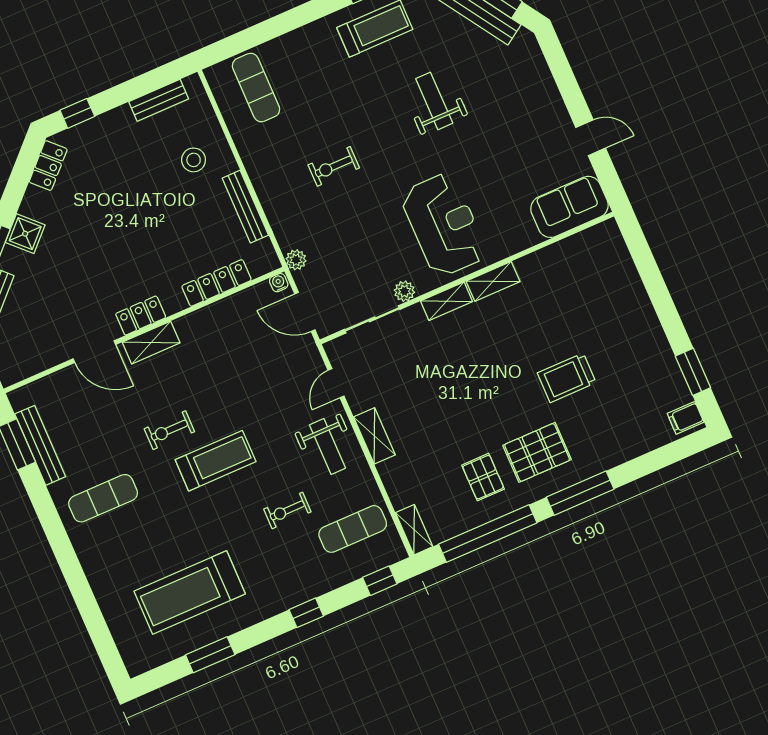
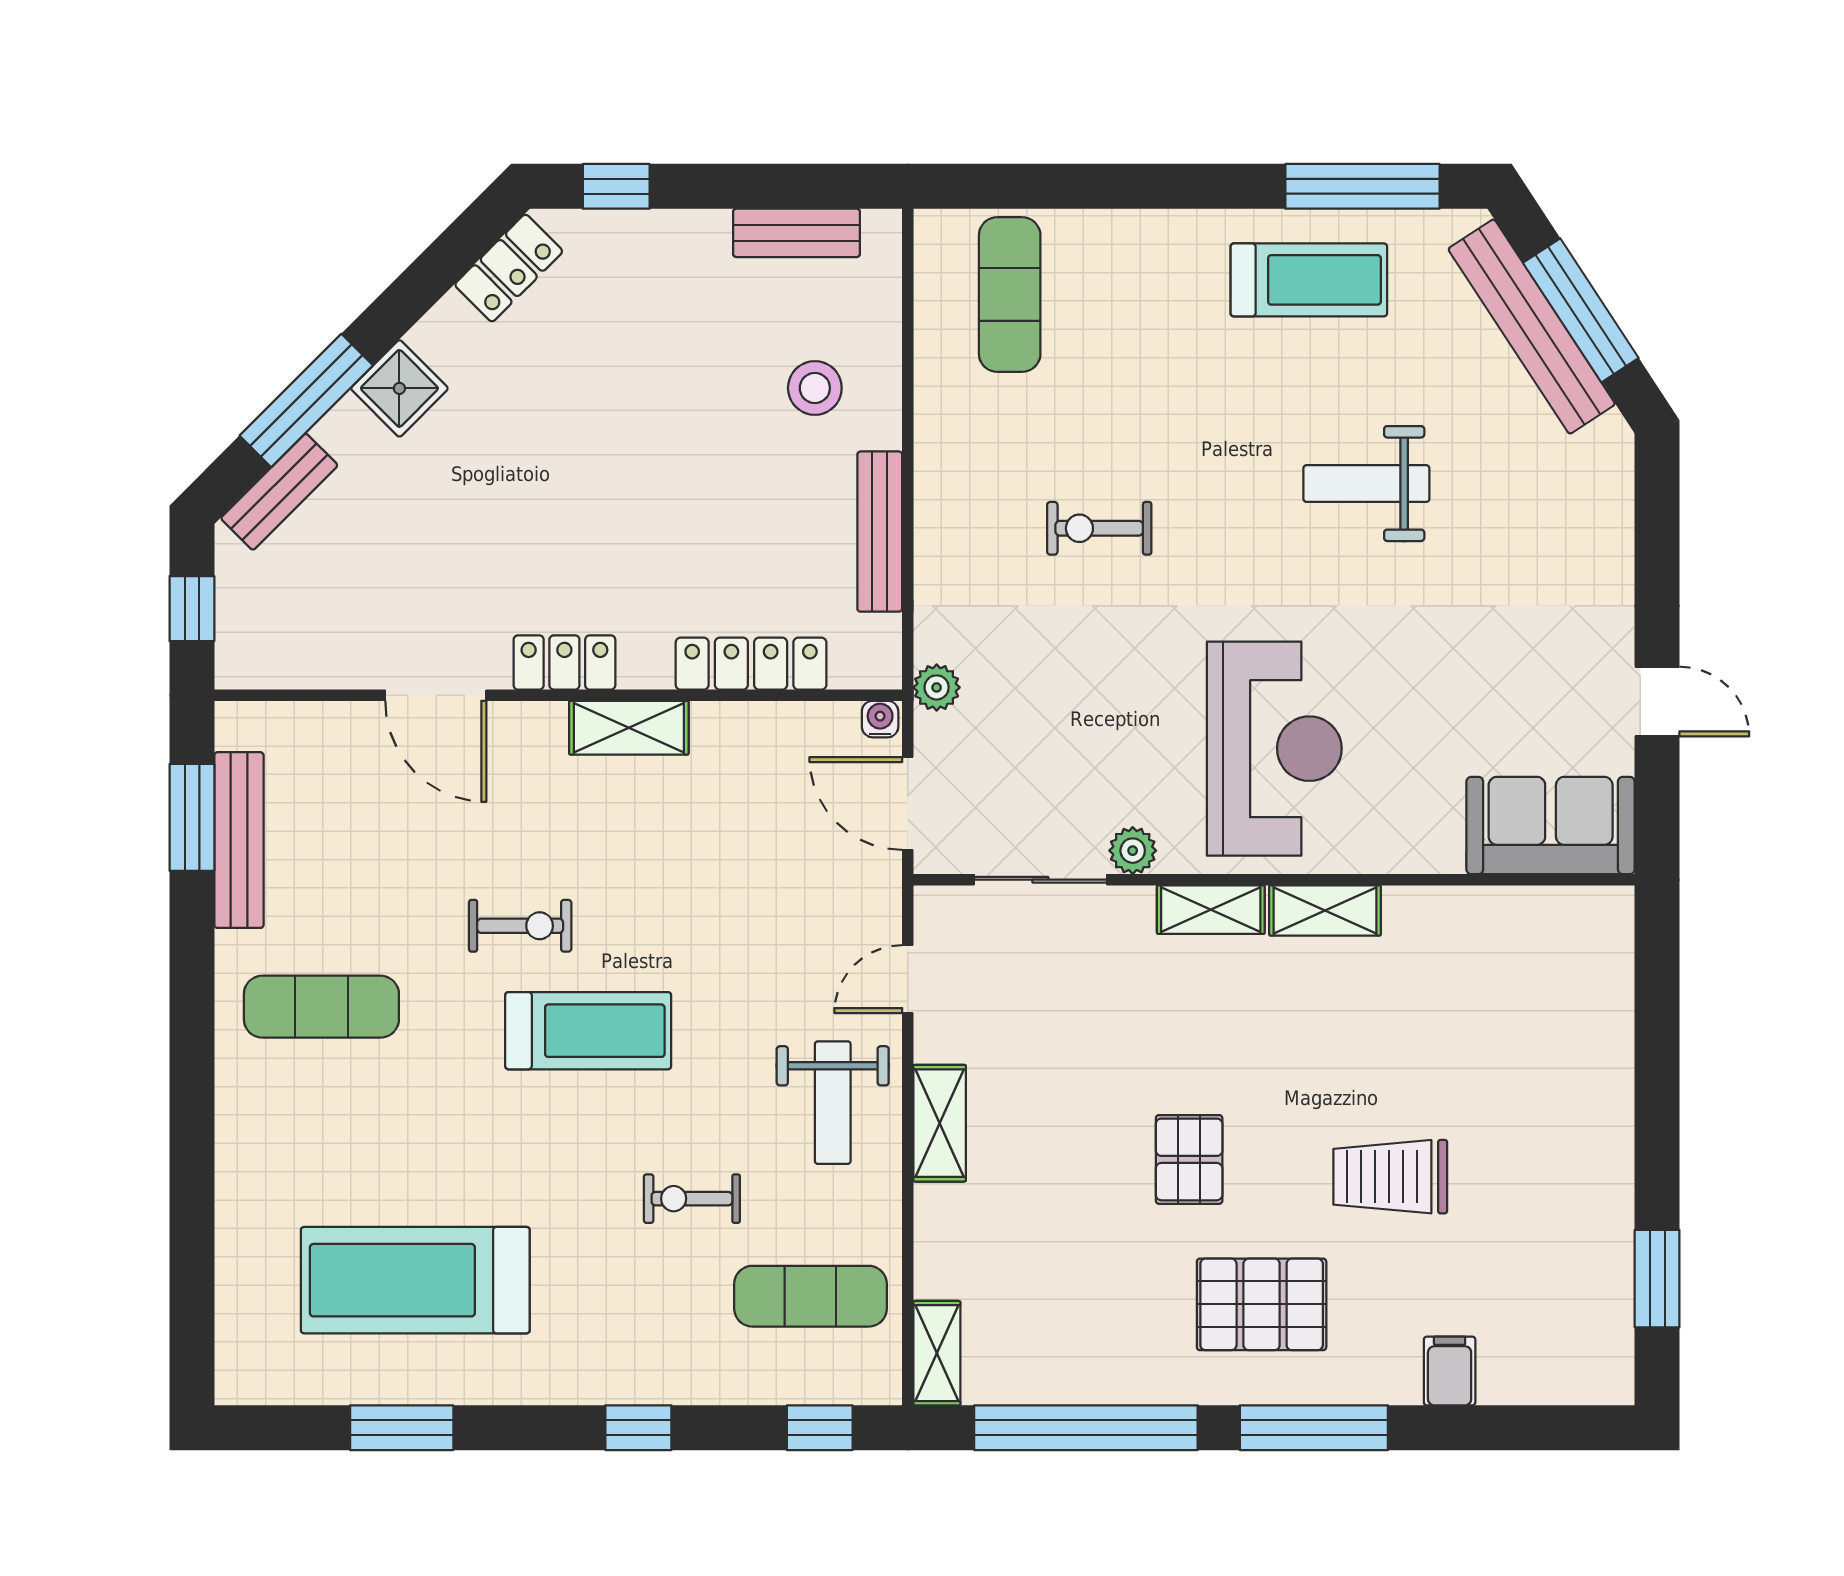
weight bench: (434, 101) -> (1366, 484), turned -90
shelving: (151, 343) -> (629, 728), moved
filing cabinet: (686, 418) -> (1450, 1371), moved, turned 90
exercise bike: (169, 430) -> (520, 926), turned 180
pallet: (483, 477) -> (1189, 1159), moved

